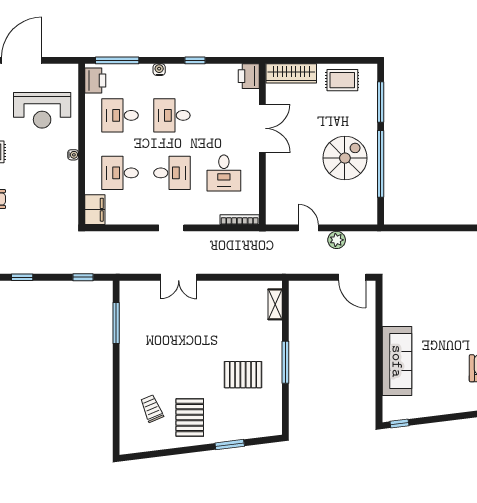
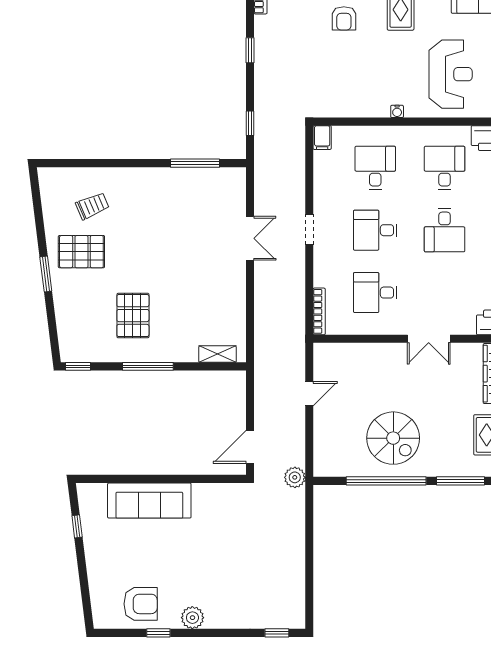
reception desk: (42, 110) -> (451, 74), turned 180
desk: (172, 115) -> (445, 230), turned 180
double door: (262, 128) -> (429, 339), width x0.73
desk: (172, 173) -> (375, 230), turned 90
filing cabinet: (95, 210) -> (322, 138), width x0.50
plant: (337, 240) -> (295, 477), moved
double door: (179, 277) -> (250, 238), swing flipped
window: (285, 420) -> (78, 366), added
window: (399, 424) -> (77, 526), moved
window: (230, 445) -> (46, 274), moved

